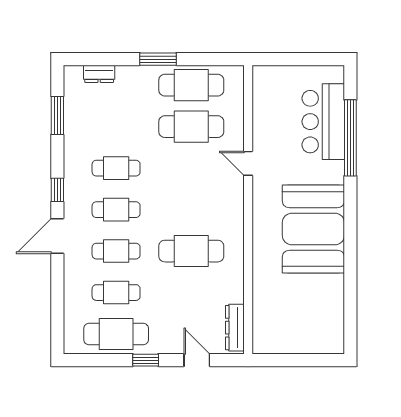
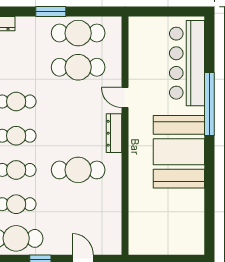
bar counter: (323, 122) -> (187, 63), width x1.36
window: (350, 138) -> (209, 104), moved
dresser: (235, 328) -> (114, 133), moved

